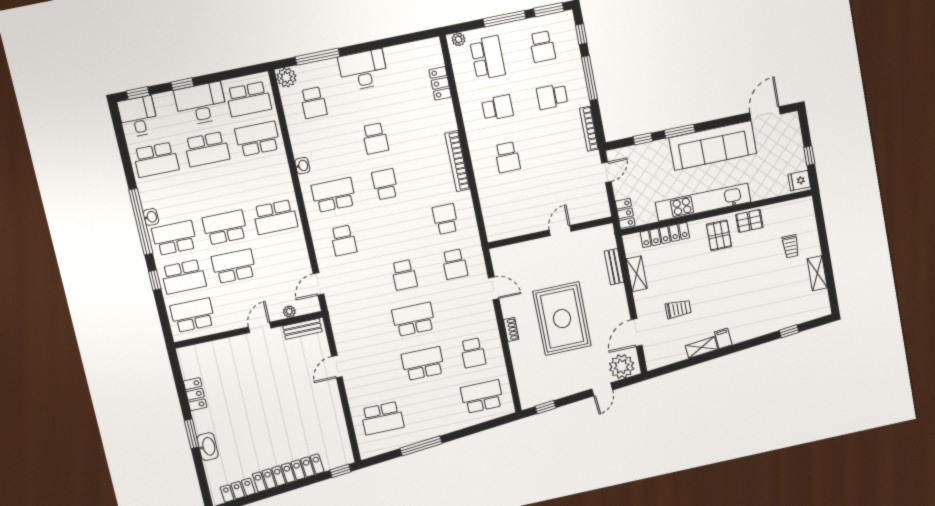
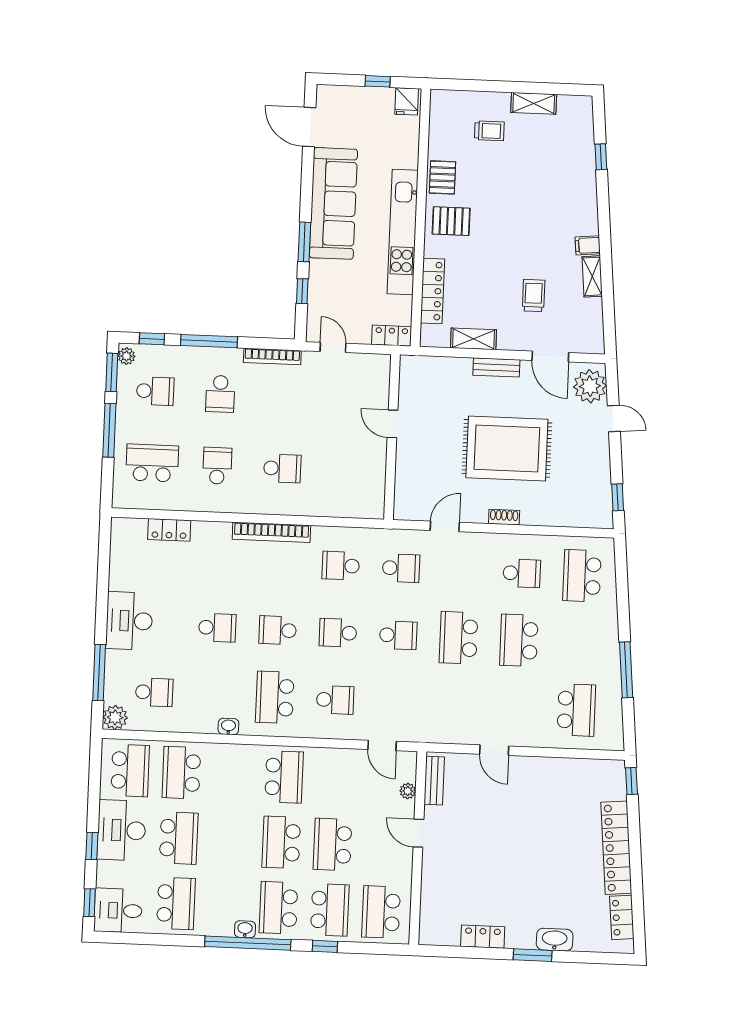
plant: (458, 39) -> (126, 356), moved
school desk: (395, 230) -> (338, 633), added
bench: (614, 267) -> (496, 367), moved

